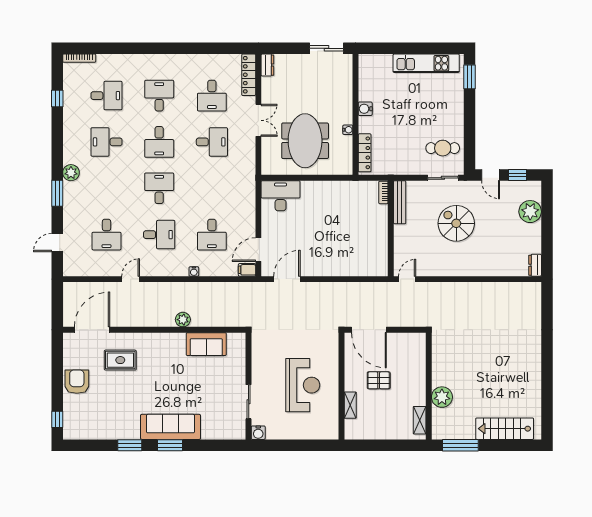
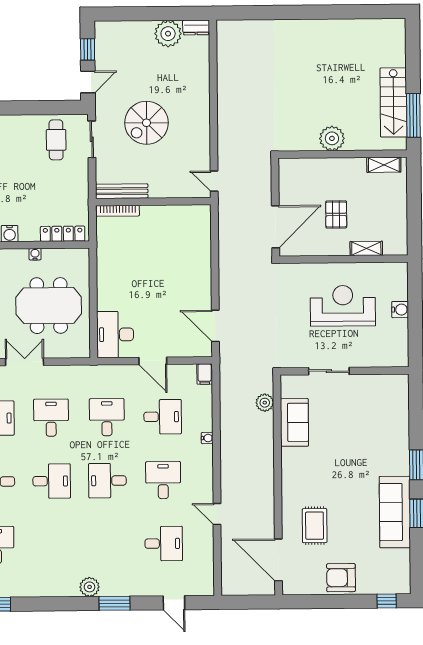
desk: (106, 142) -> (107, 417), moved, turned 180
bookcase: (383, 192) -> (118, 211), width x1.56
plant: (530, 212) -> (168, 34), moved
door: (258, 250) -> (153, 361), moved
plant: (183, 320) -> (265, 403), moved
plant: (442, 397) -> (332, 138), moved
sliding door: (249, 402) -> (329, 371), moved
sofa: (171, 427) -> (395, 512), moved
stairs: (505, 429) -> (393, 102), moved
water cooler: (258, 433) -> (400, 310), moved

